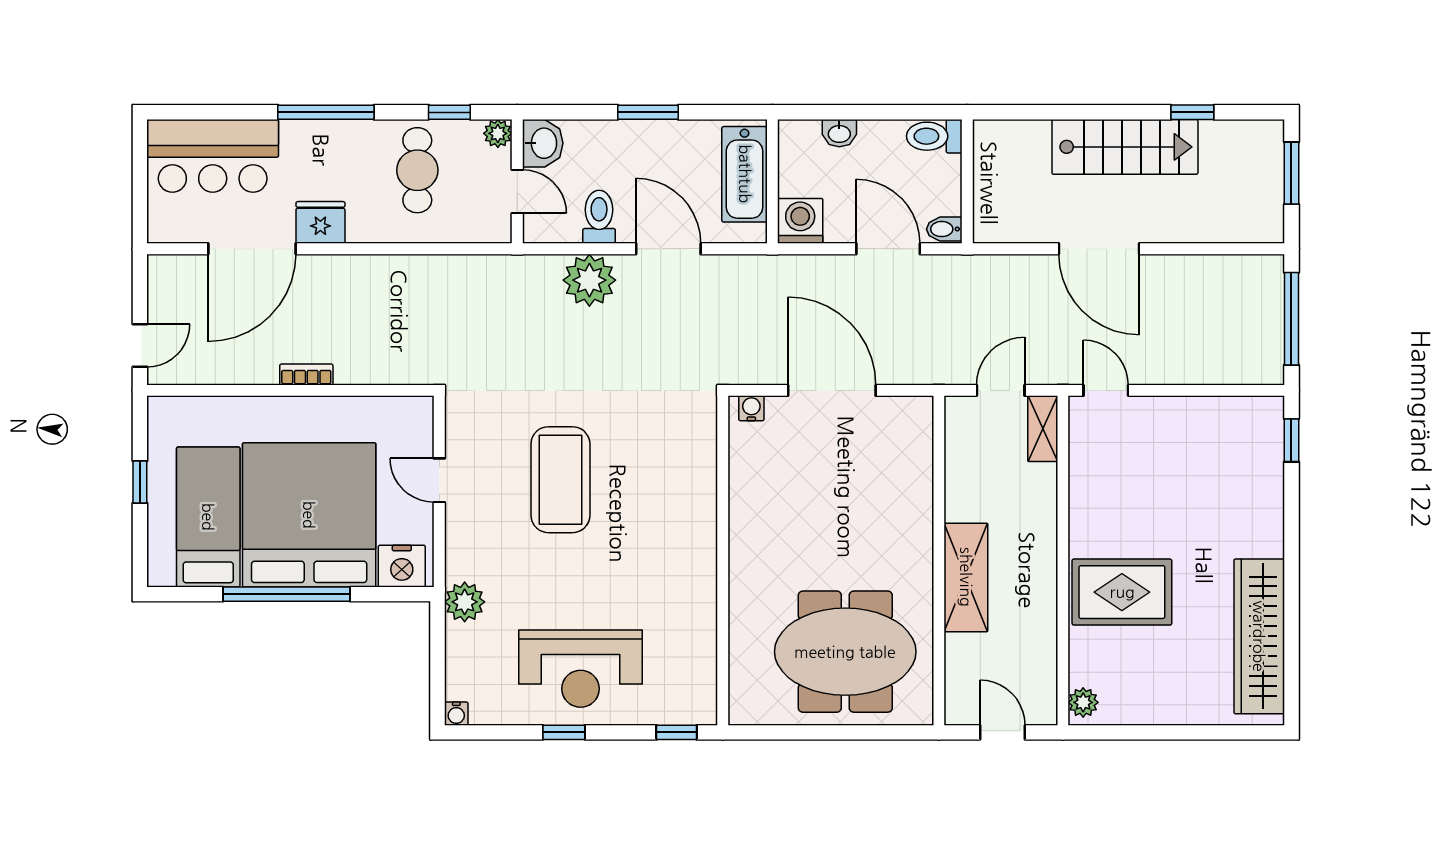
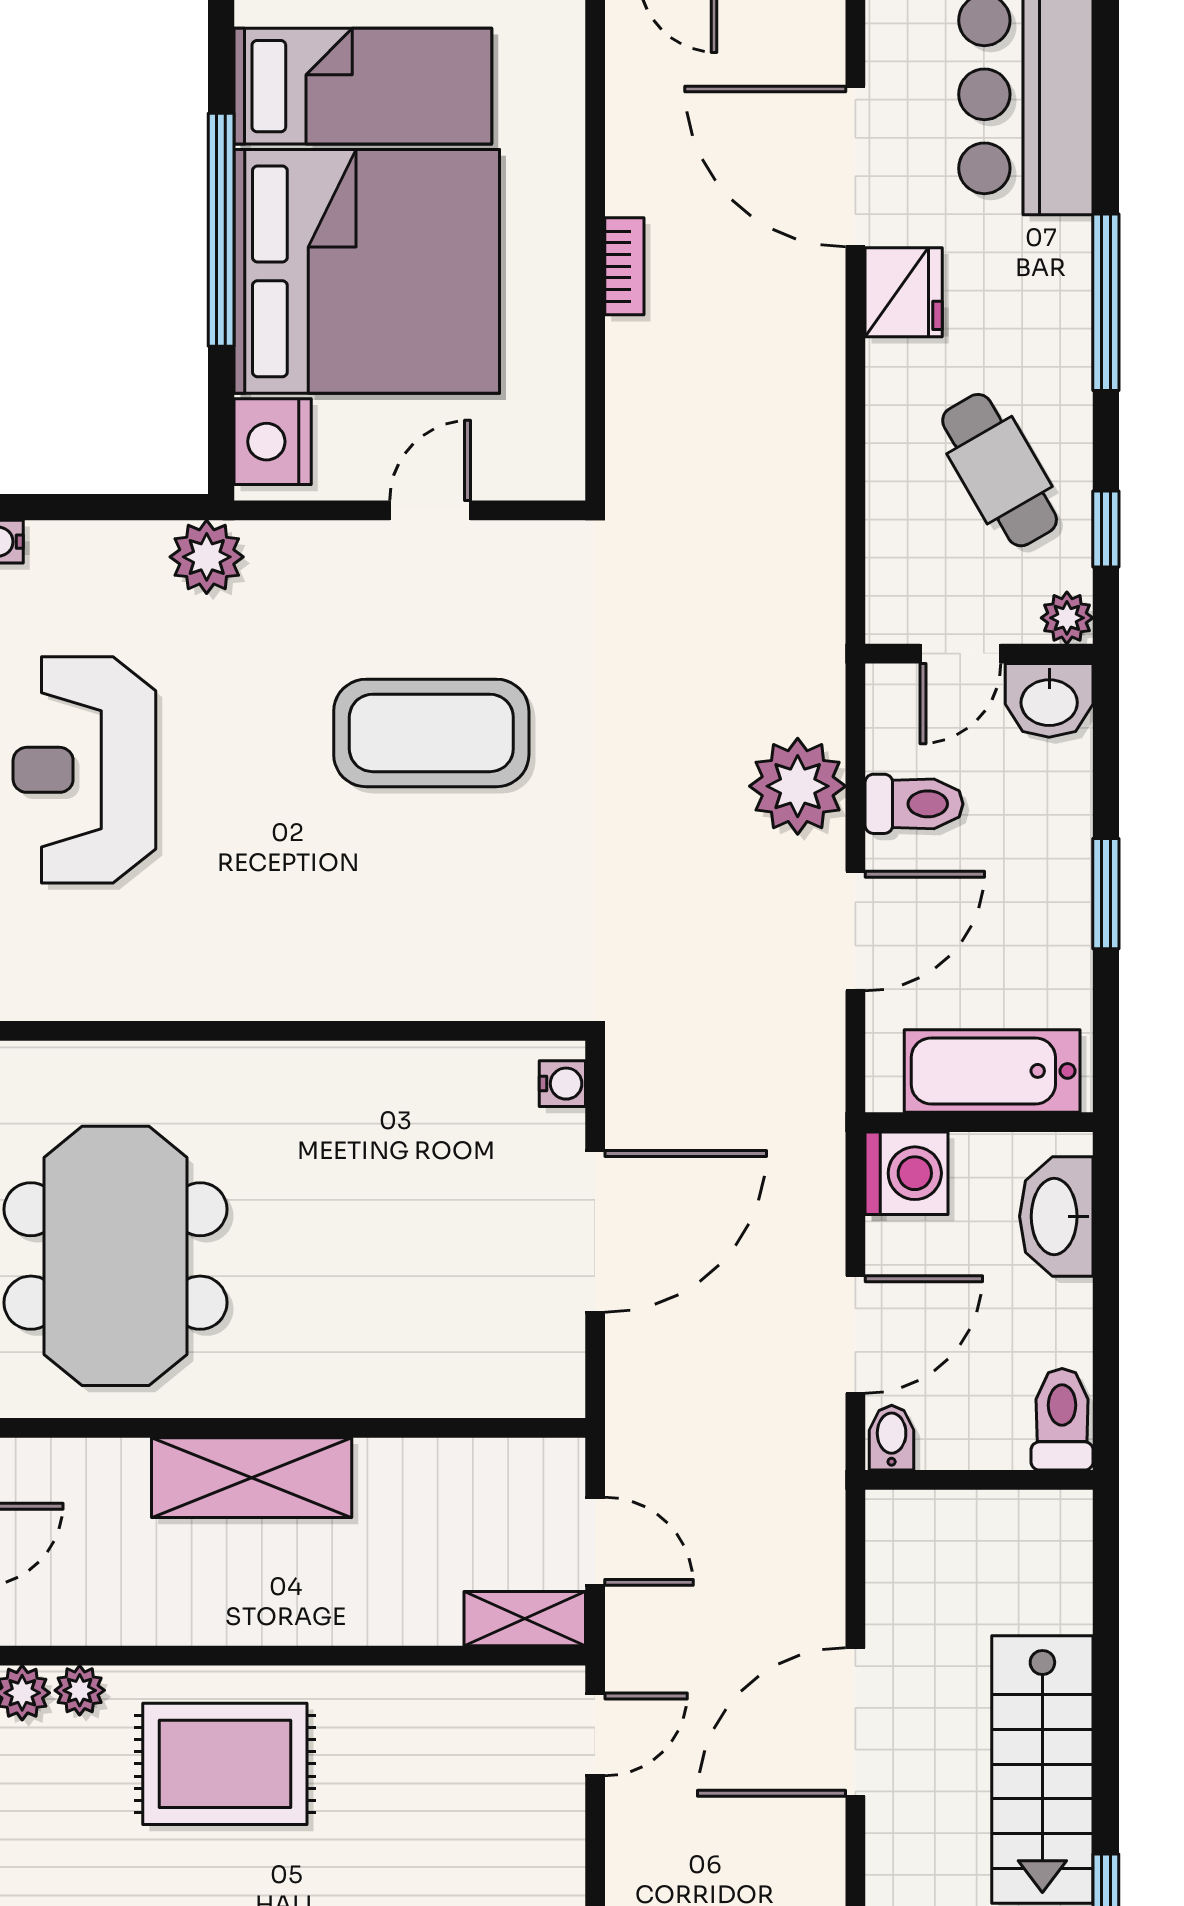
washbasin: (839, 133) -> (1056, 1216), width x1.91, depth x1.45
cafe table: (417, 170) -> (1000, 470), turned 60
rug: (1122, 592) -> (225, 1764), turned 90
plant: (1082, 671) -> (80, 1690), added

